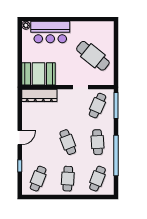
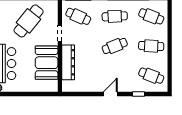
booth: (38, 74) -> (47, 63), moved
dresser: (39, 95) -> (68, 62), moved
door: (20, 138) -> (110, 94), hinge flipped

